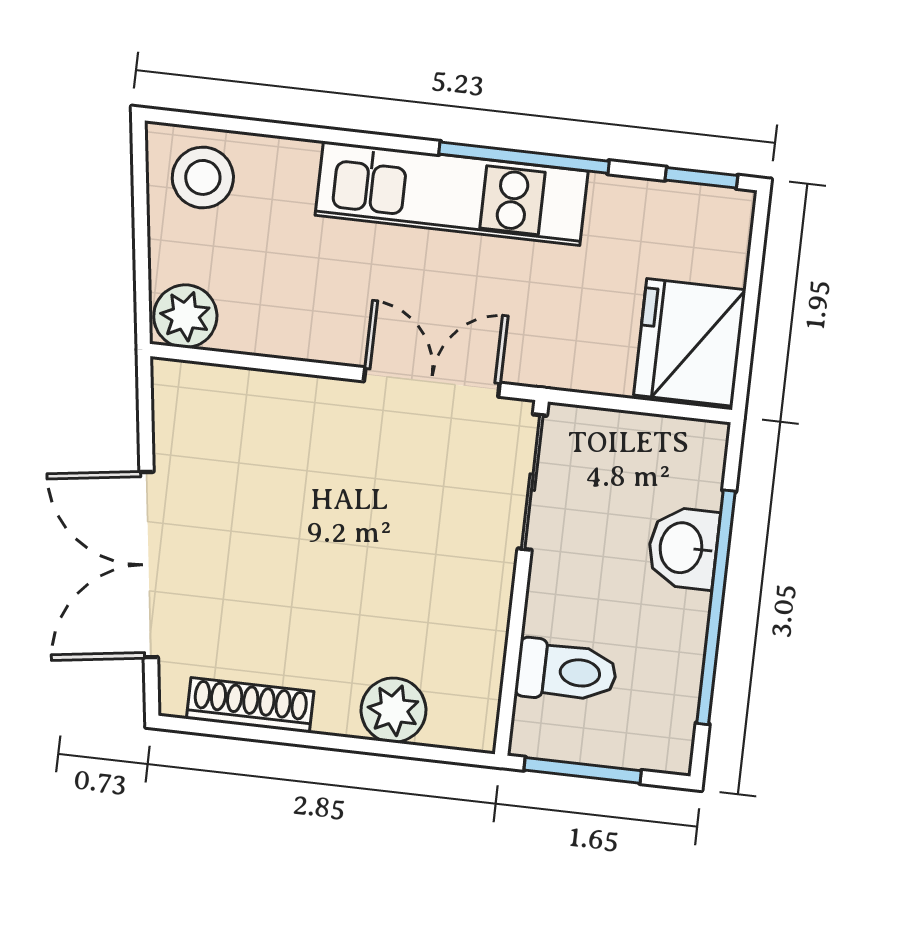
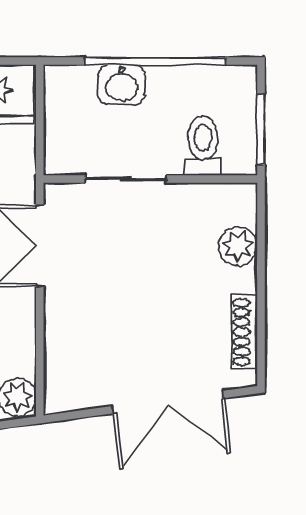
sliding door: (532, 482) -> (126, 179), moved

